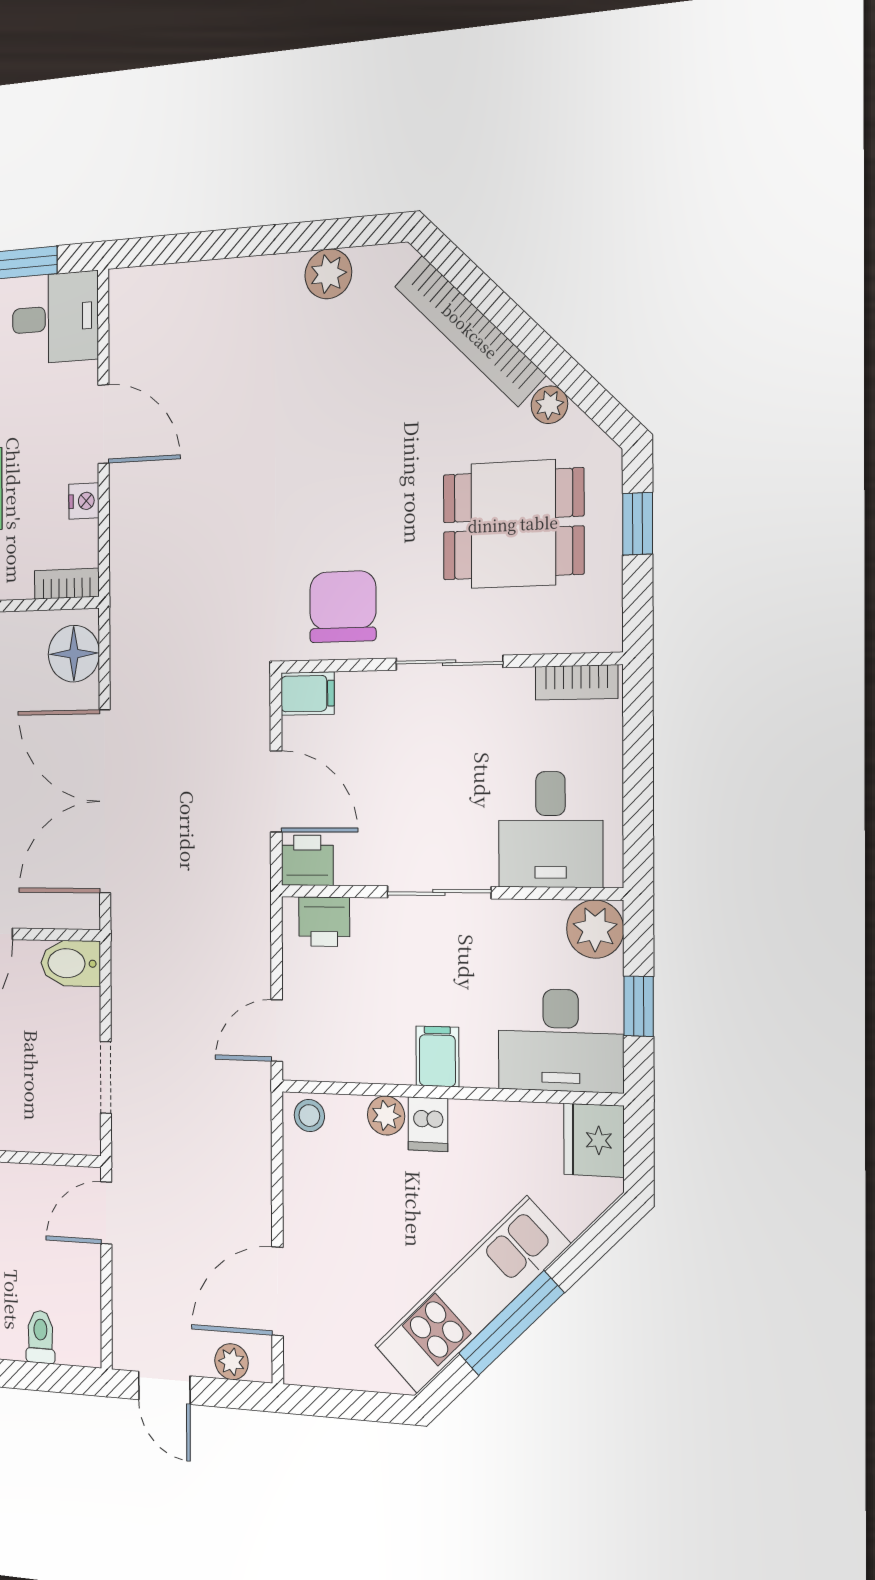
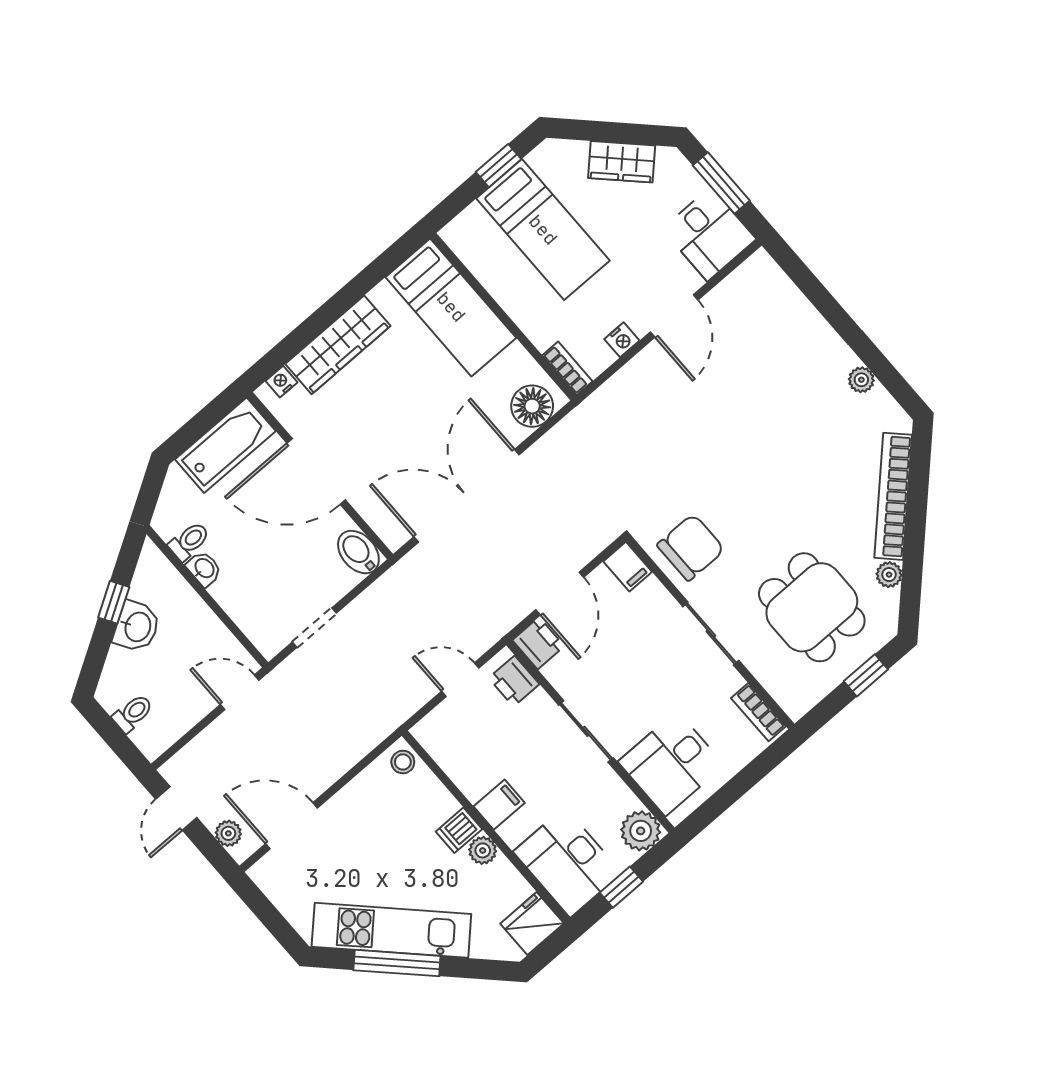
plant: (328, 274) -> (861, 380), width x0.73, depth x0.73
door: (277, 1031) -> (460, 680), moved
plant: (386, 1116) -> (483, 850), moved

